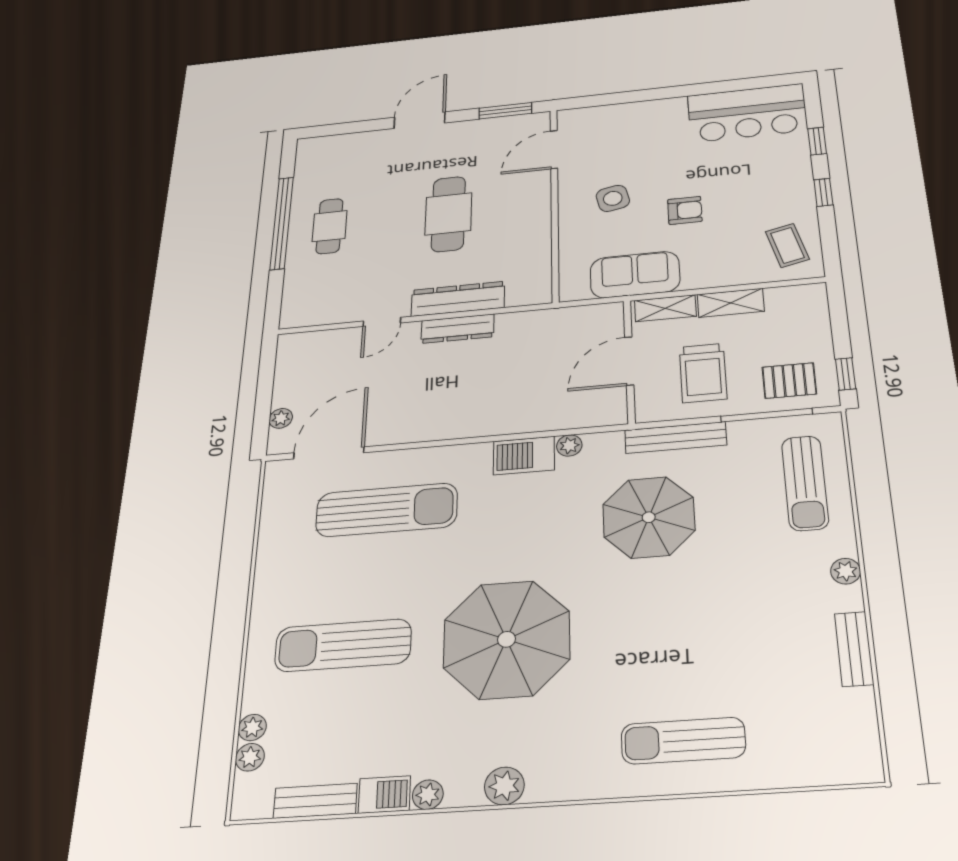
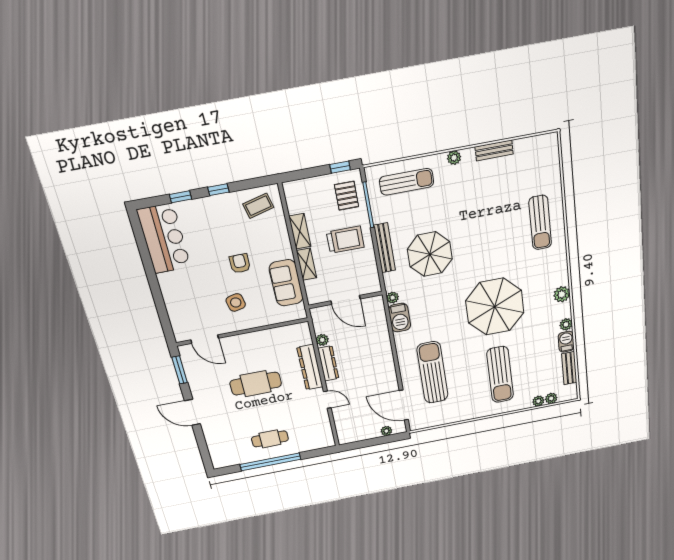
plant: (509, 322) -> (322, 340), added
door: (629, 361) -> (345, 300), moved
wall: (629, 361) -> (345, 300), moved

